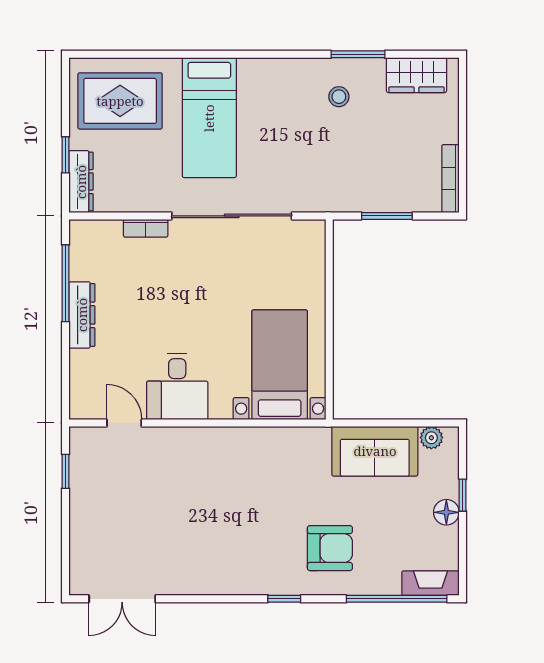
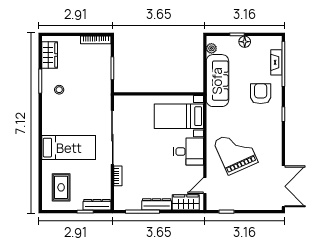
rug: (120, 101) -> (61, 187), width x0.73, depth x0.70
wardrobe: (86, 380) -> (186, 202), added
desk: (177, 386) -> (189, 152), moved
sofa: (375, 451) -> (217, 81), width x1.36
grand piano: (200, 492) -> (236, 152), added
fireplace: (430, 583) -> (276, 62), moved
double door: (122, 599) -> (283, 186), width x1.37

